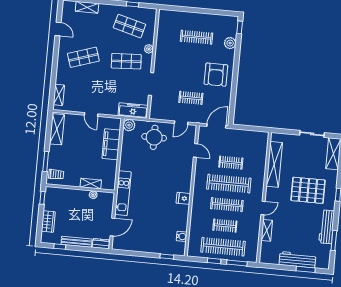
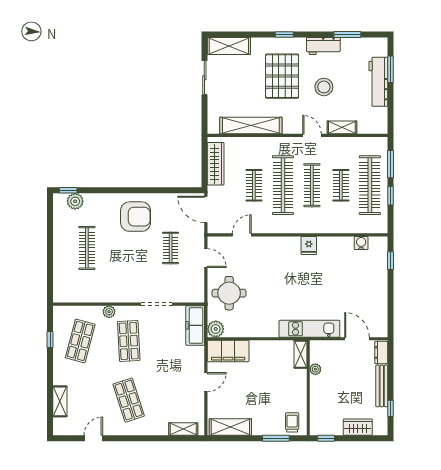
plant: (230, 43) -> (75, 201), moved
wardrobe: (249, 136) -> (216, 164), added
filing cabinet: (111, 144) -> (228, 351), moved
shelving: (91, 184) -> (300, 354), moved
stool: (297, 220) -> (324, 87), added
workbench: (327, 227) -> (323, 46), width x0.73

